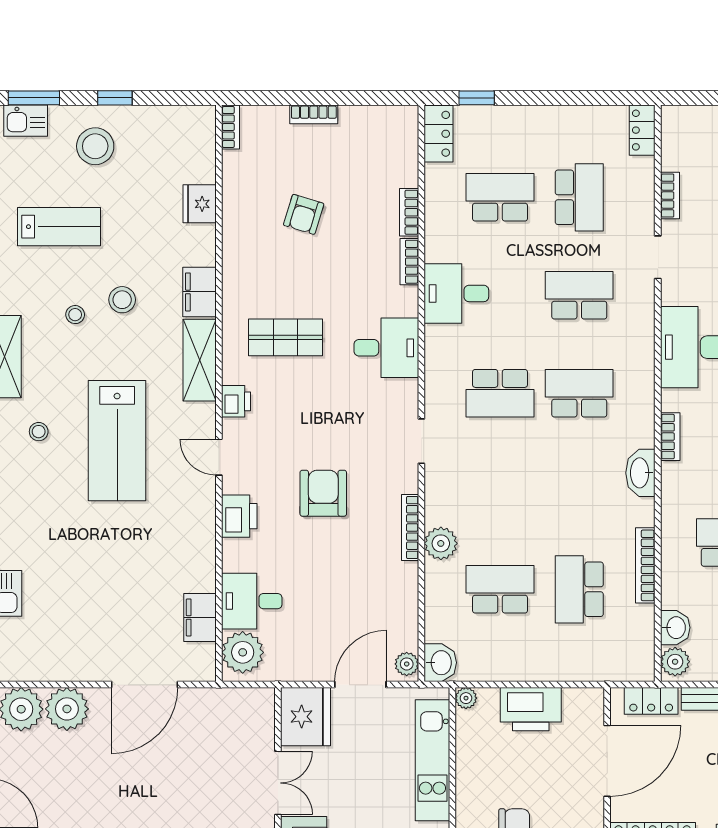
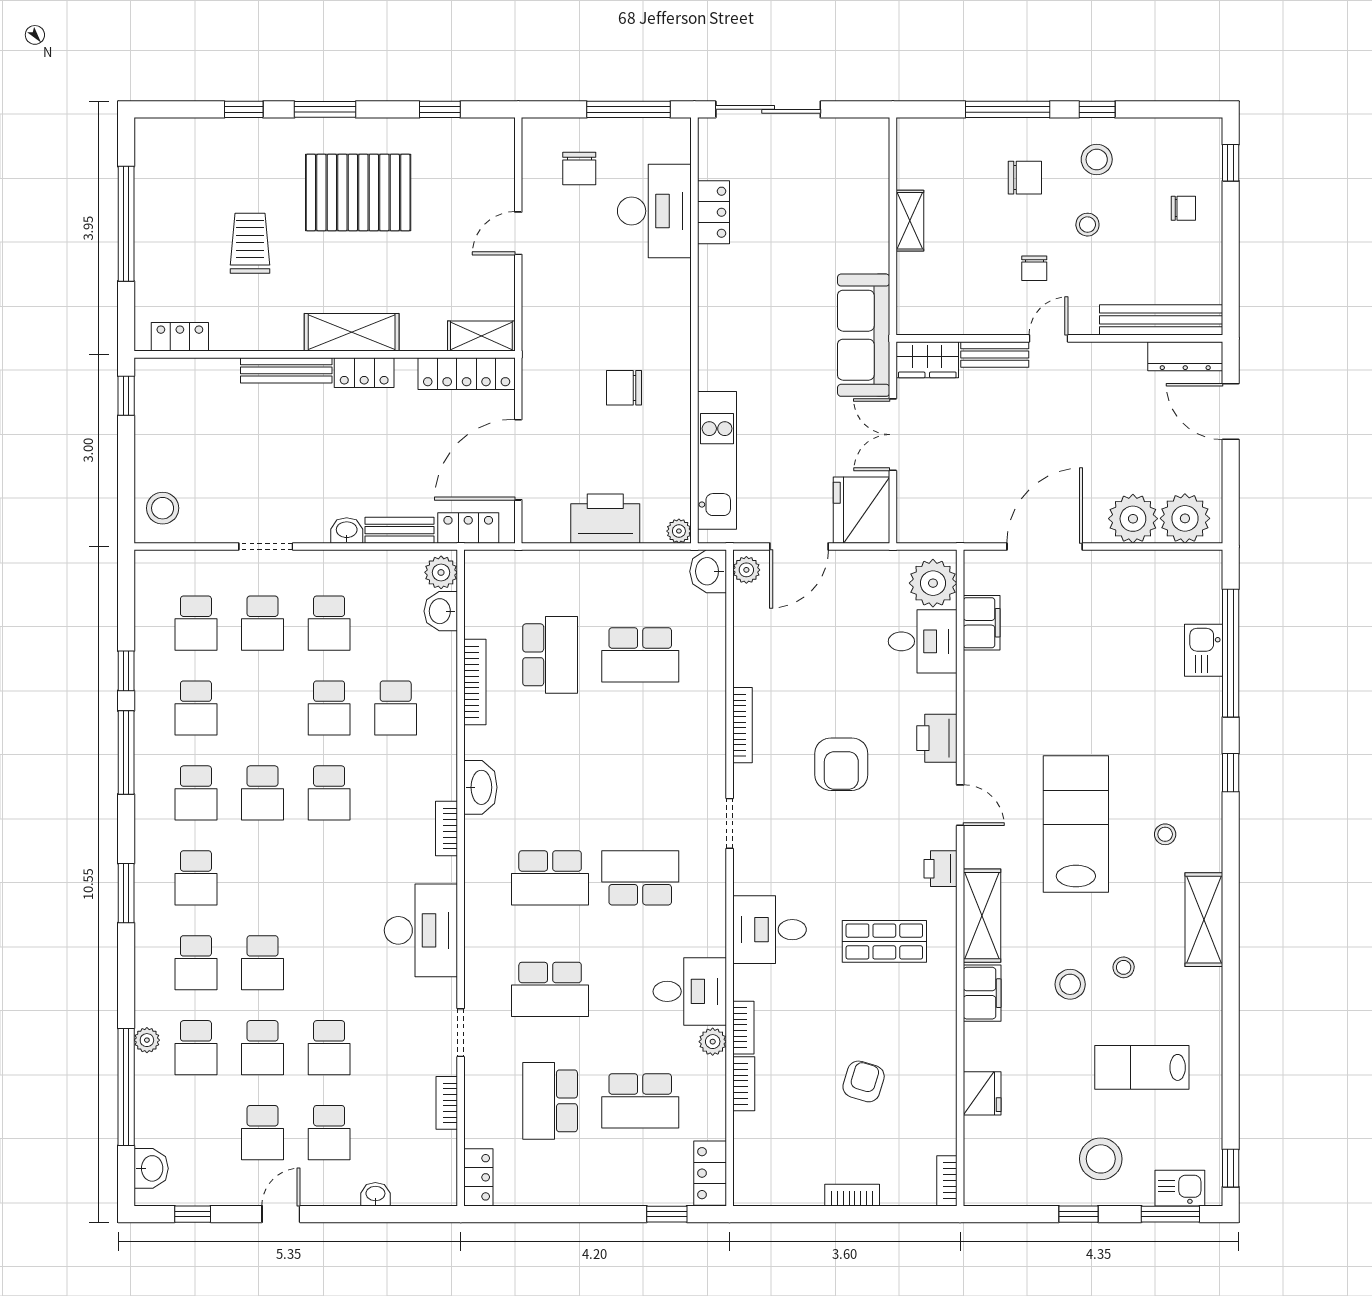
plant: (441, 543) -> (713, 1042), moved, width x0.73, depth x0.73

